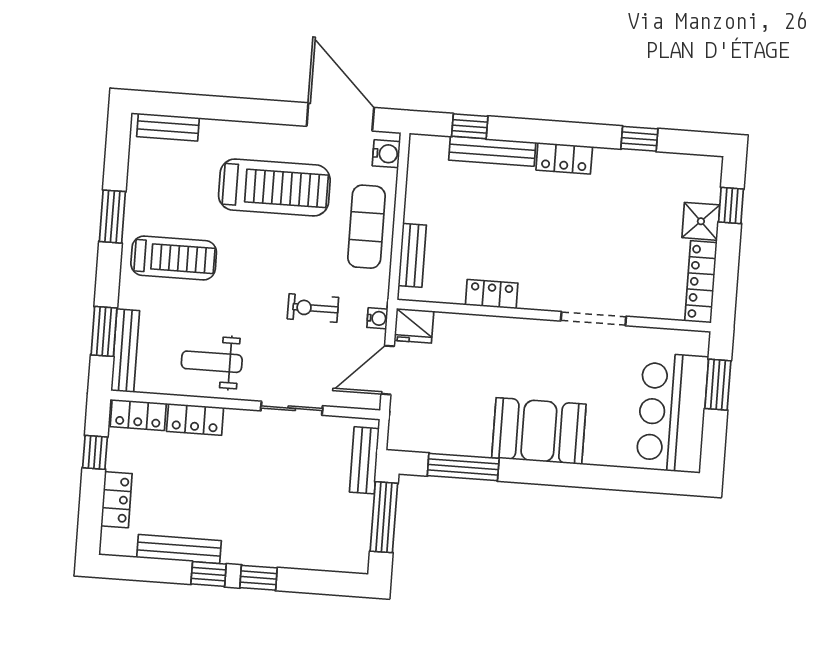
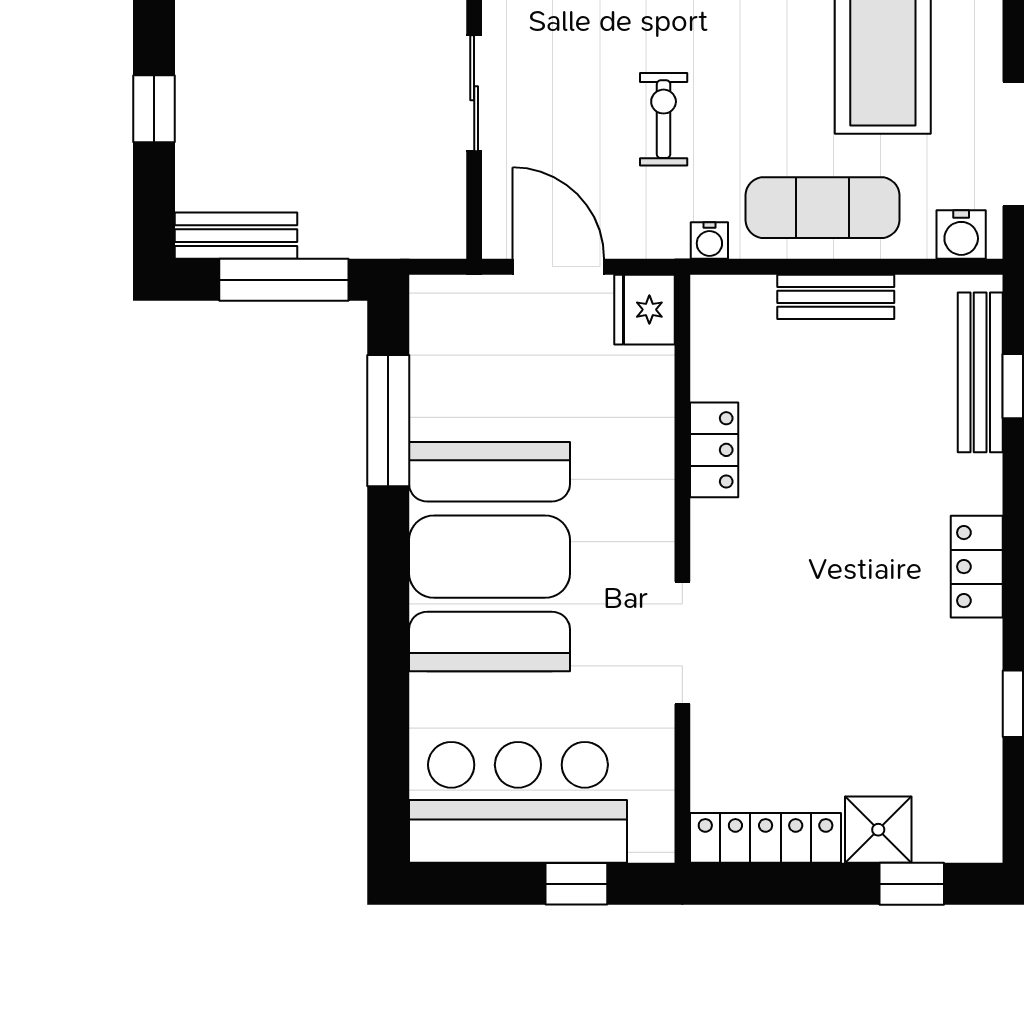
bench: (492, 151) -> (980, 372), moved
bench: (412, 255) -> (836, 297), moved
water cooler: (377, 318) -> (709, 240), moved
window: (718, 385) -> (576, 884), width x0.67
booth: (539, 431) -> (490, 557), width x1.36, depth x1.42
bench: (364, 460) -> (236, 236), moved
window: (259, 578) -> (154, 109), moved

